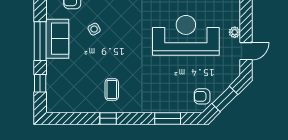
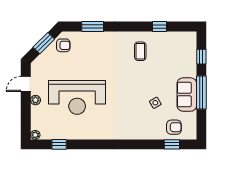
window: (108, 118) -> (159, 27), moved

